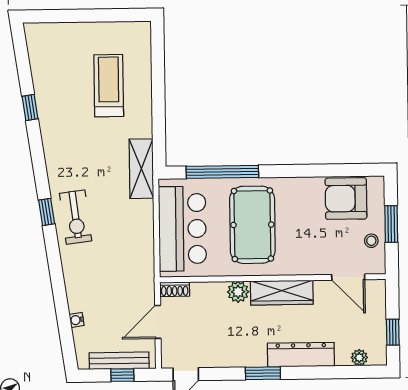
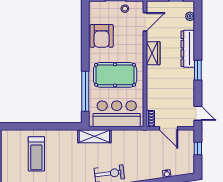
treadmill: (109, 86) -> (36, 154), turned -90
shelving: (141, 169) -> (94, 136), moved
armchair: (346, 199) -> (102, 36), moved
plant: (238, 292) -> (152, 83), removed
wardrobe: (282, 293) -> (153, 53), width x0.67
bench: (119, 361) -> (190, 150), removed

